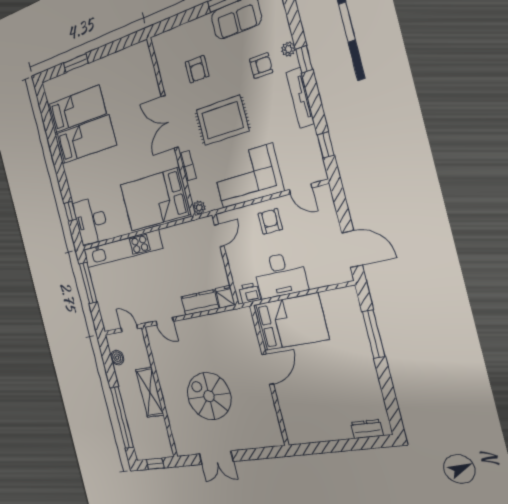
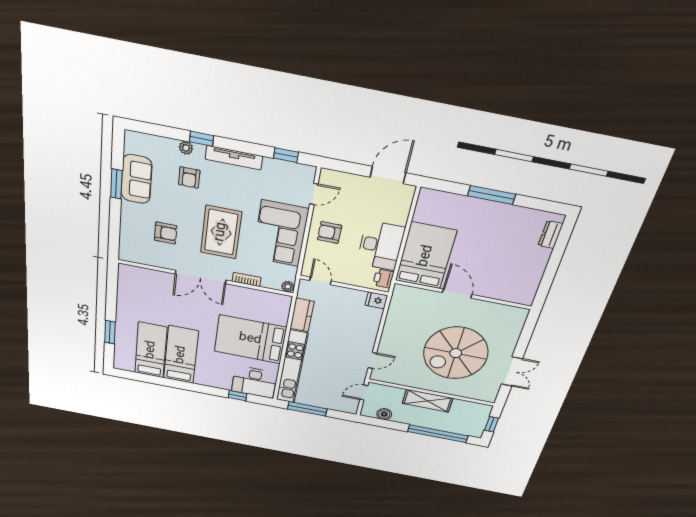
armchair: (261, 66) -> (189, 178), turned 180
bed: (155, 199) -> (250, 339), moved, turned 90
kitchen counter: (200, 302) -> (302, 315), moved, turned 180
window: (374, 334) -> (491, 195), moved
spiral stairs: (209, 396) -> (456, 353), width x1.37, depth x1.37

